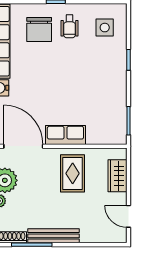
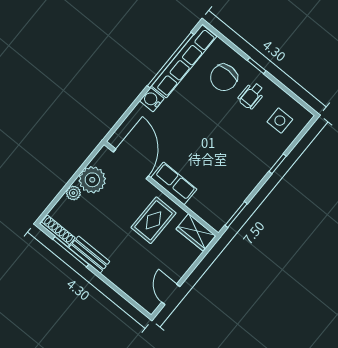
wardrobe: (117, 176) -> (196, 232), moved, turned -90
bench: (53, 236) -> (89, 255), width x0.73

